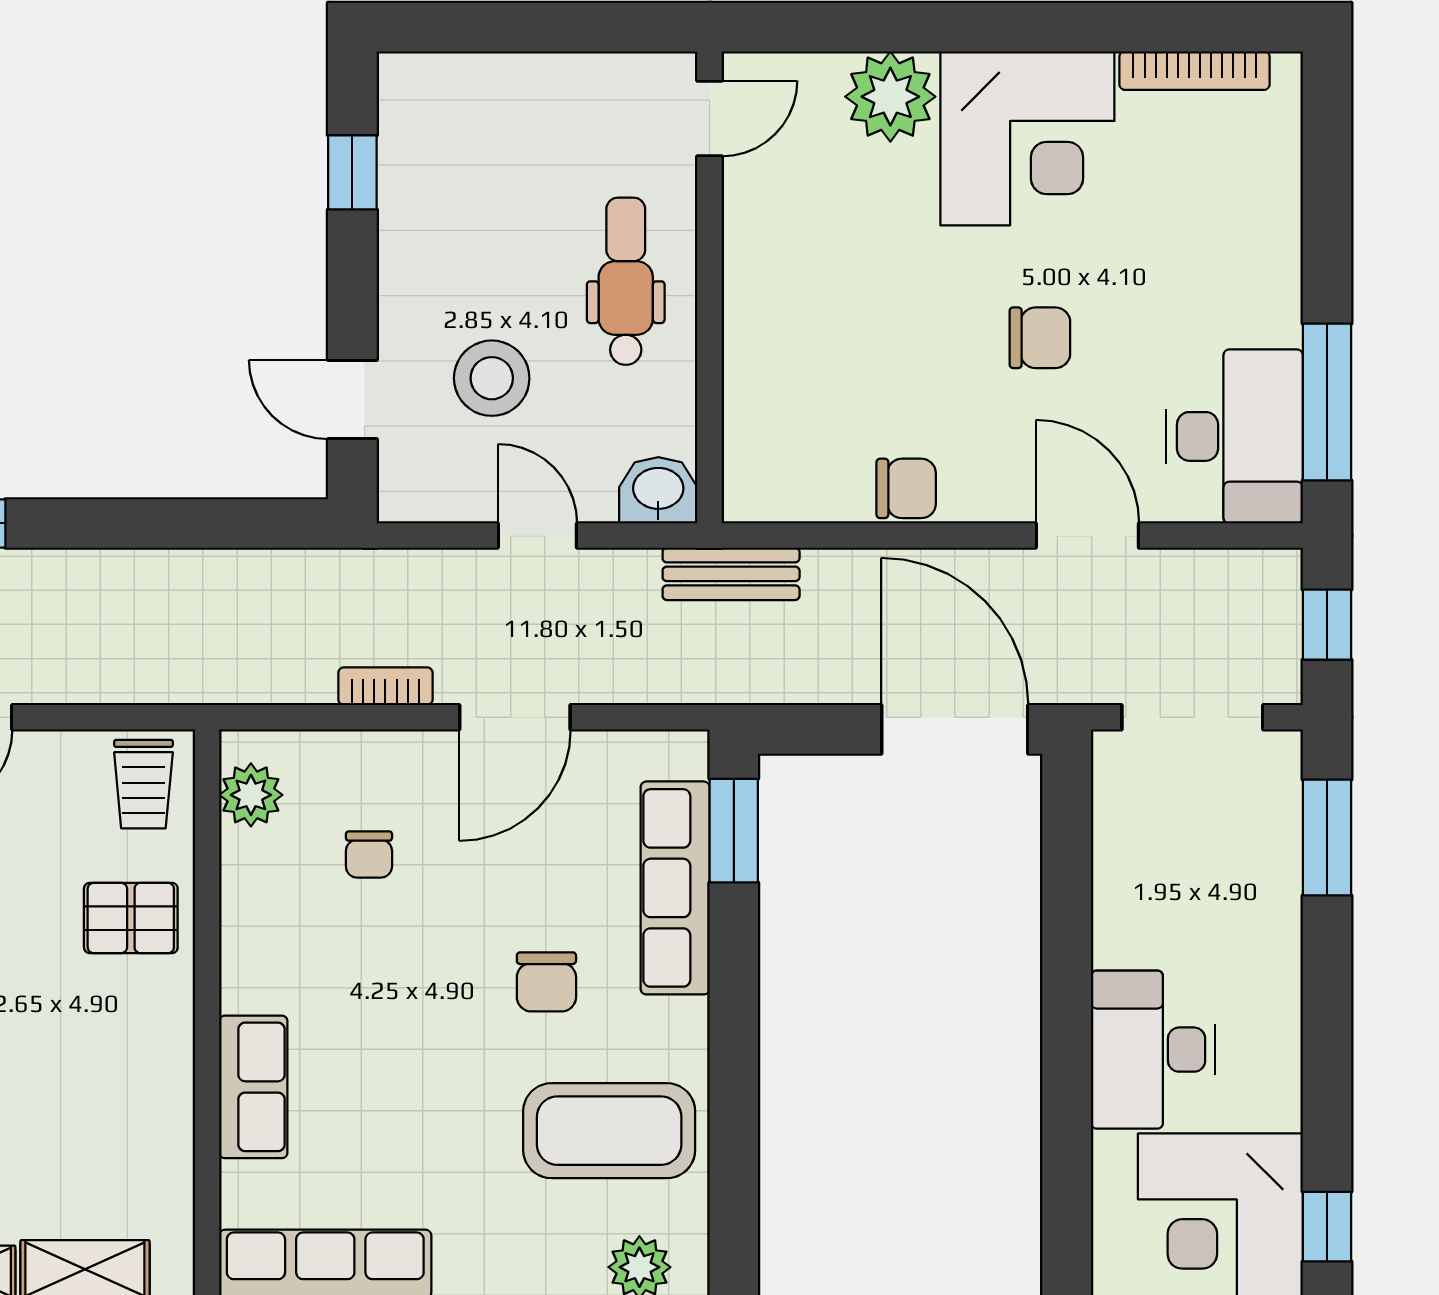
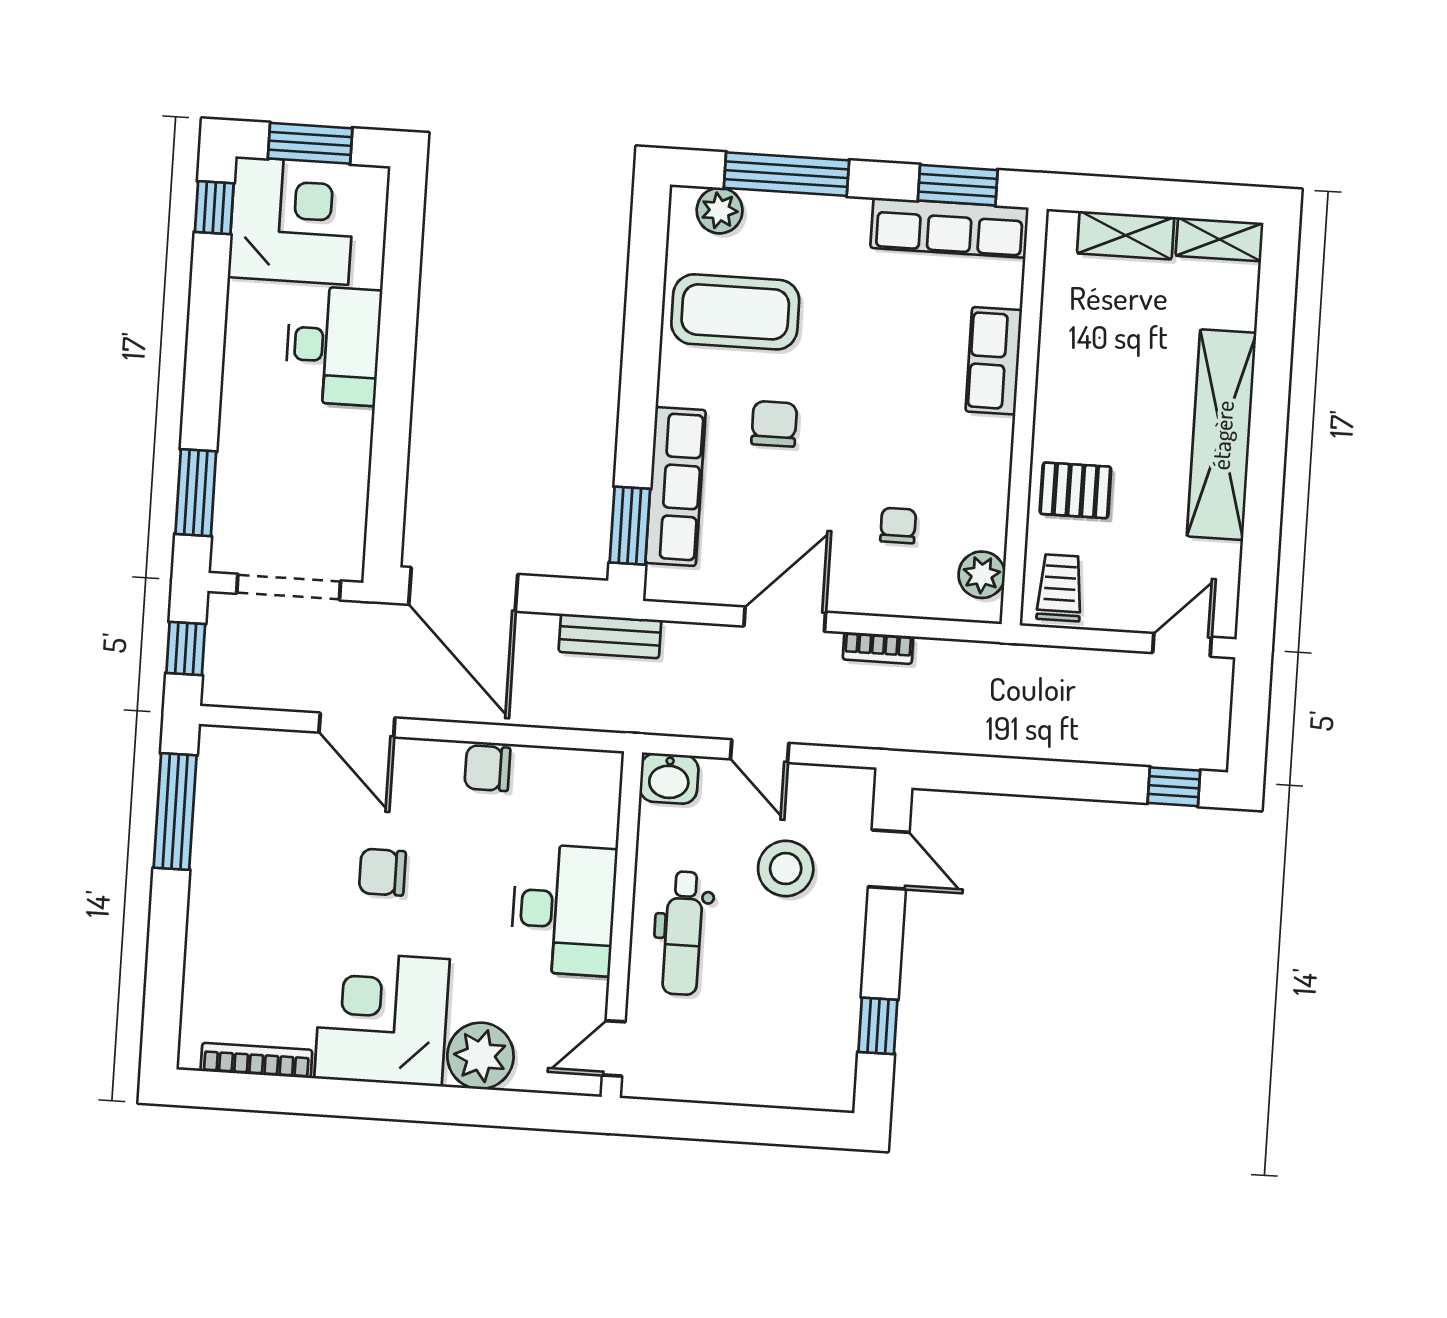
desk: (1234, 436) -> (564, 910), moved, turned 180
bench: (731, 574) -> (610, 636), moved

